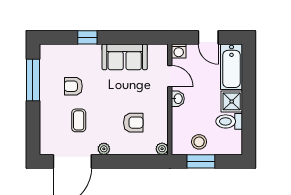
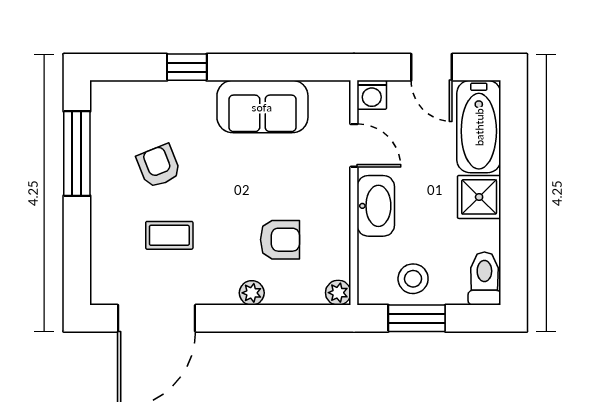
armchair: (73, 86) -> (159, 166), turned 68
washbasin: (178, 99) -> (376, 206), width x1.91, depth x1.45
coffee table: (79, 120) -> (169, 235), turned 90
toilet: (229, 121) -> (484, 279), moved, turned 90
plant: (104, 149) -> (252, 293), moved

